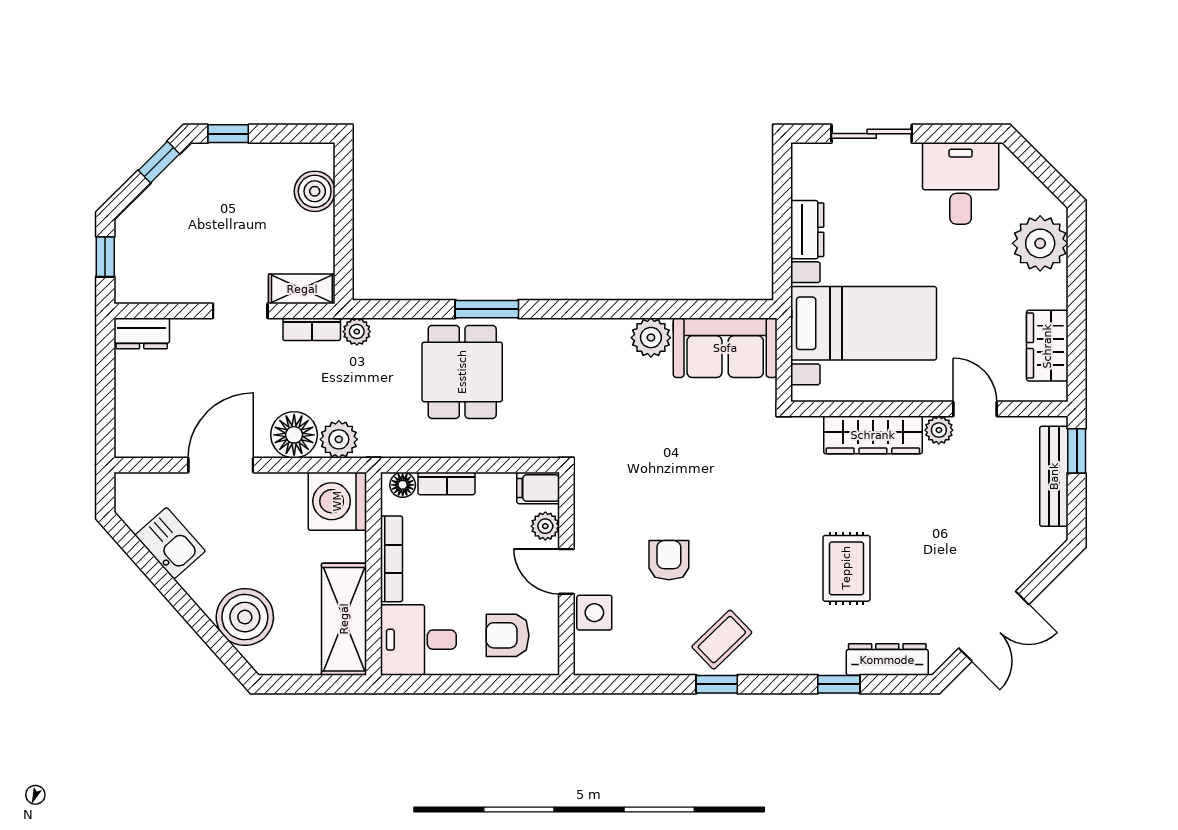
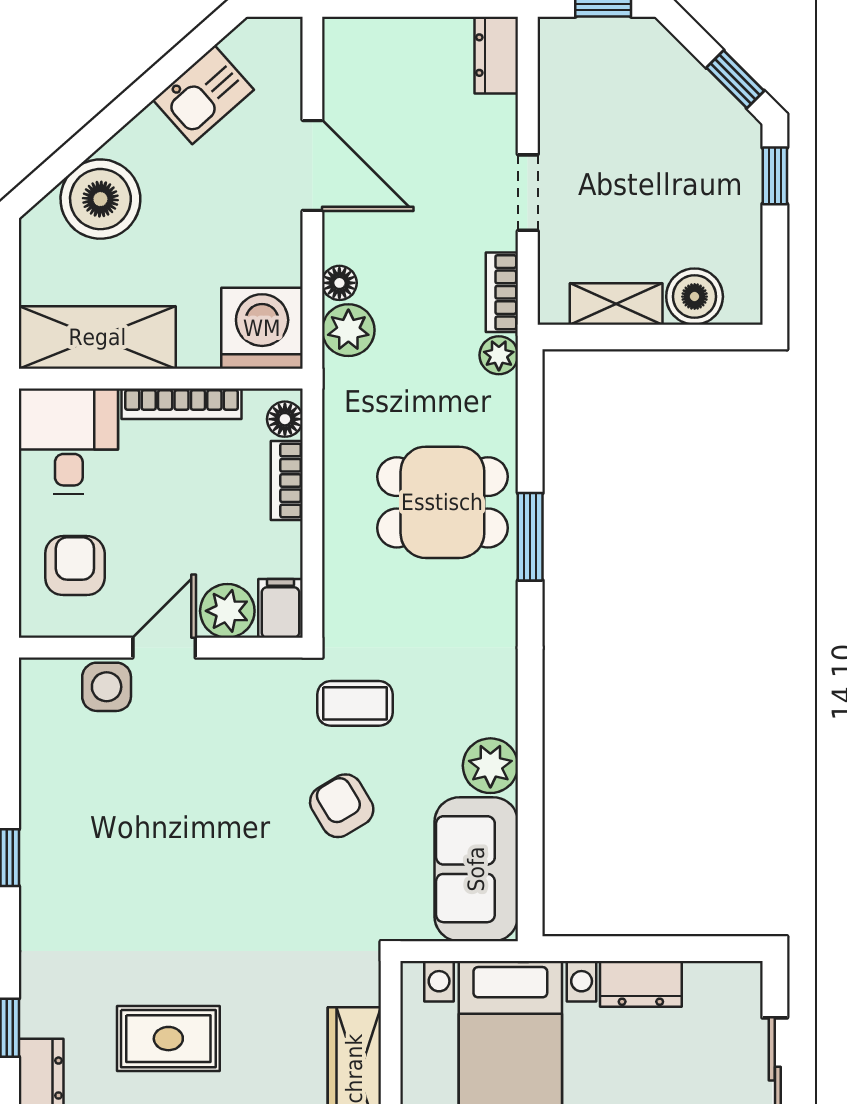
shelving: (302, 289) -> (616, 304), moved, turned 90
floor lamp: (294, 435) -> (339, 283), width x0.53, depth x0.53
plant: (545, 526) -> (227, 611), width x1.38, depth x1.38
armchair: (669, 560) -> (342, 806), moved, turned -121
coffee table: (722, 640) -> (355, 703), moved, turned -46

